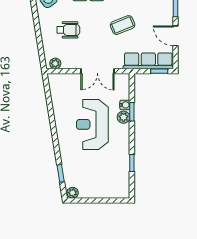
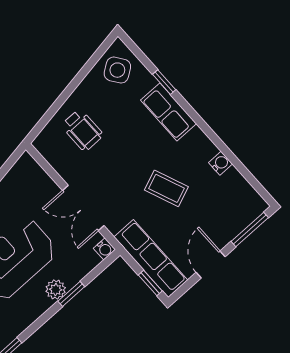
wheelchair: (68, 30) -> (82, 130), moved
plant: (55, 63) -> (47, 148), removed
water cooler: (125, 105) -> (104, 249), moved

